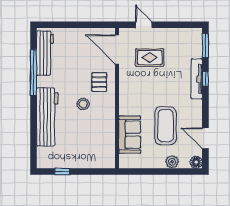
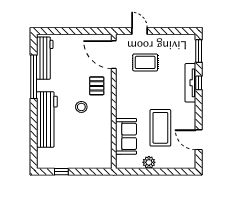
plant: (172, 162) -> (149, 162), moved
floor lamp: (196, 162) -> (190, 163), removed

